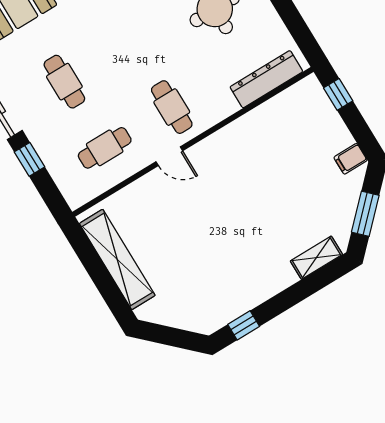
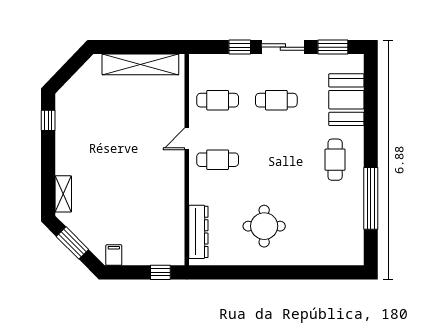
cafe table: (105, 148) -> (218, 100), turned 90

